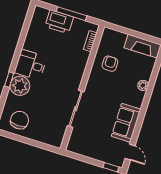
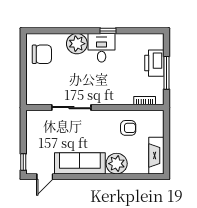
window: (9, 80) -> (108, 31), moved
plant: (143, 85) -> (117, 164), width x1.87, depth x1.87
sofa: (126, 123) -> (80, 163), width x1.36

